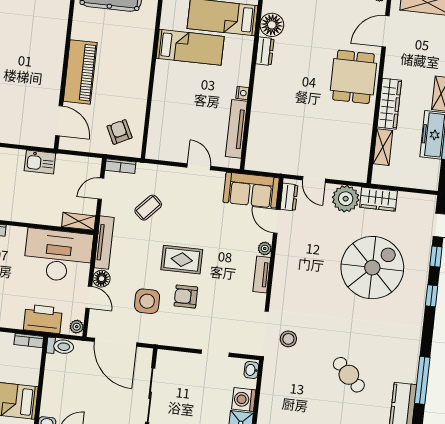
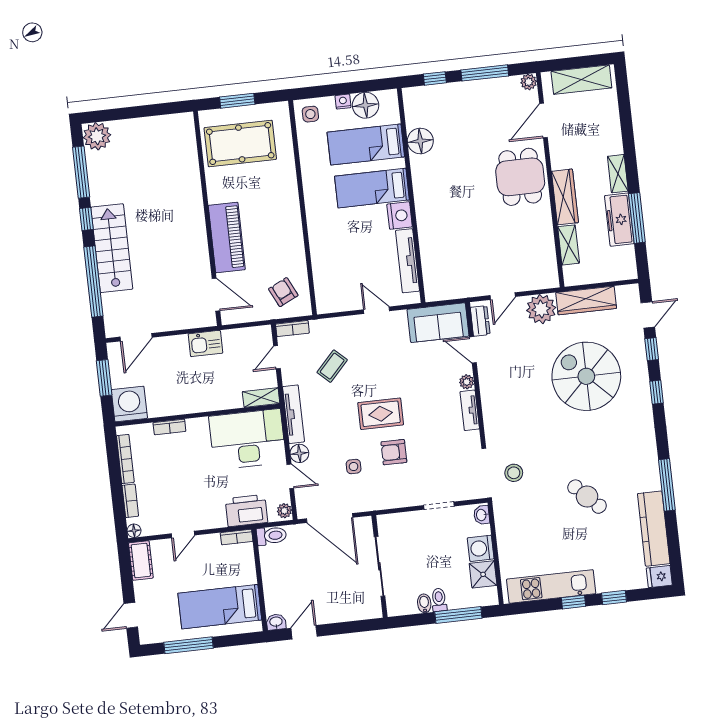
bed: (190, 47) -> (372, 188), moved, turned 180
dresser: (265, 51) -> (419, 171), removed
nightstand: (242, 93) -> (400, 216), width x1.89, depth x1.79
door: (314, 179) -> (503, 296), hinge flipped
wardrobe: (379, 199) -> (586, 300), width x1.50
spiral stairs: (372, 268) -> (586, 376), turned -90
side table: (147, 301) -> (354, 467), width x0.54, depth x0.54

